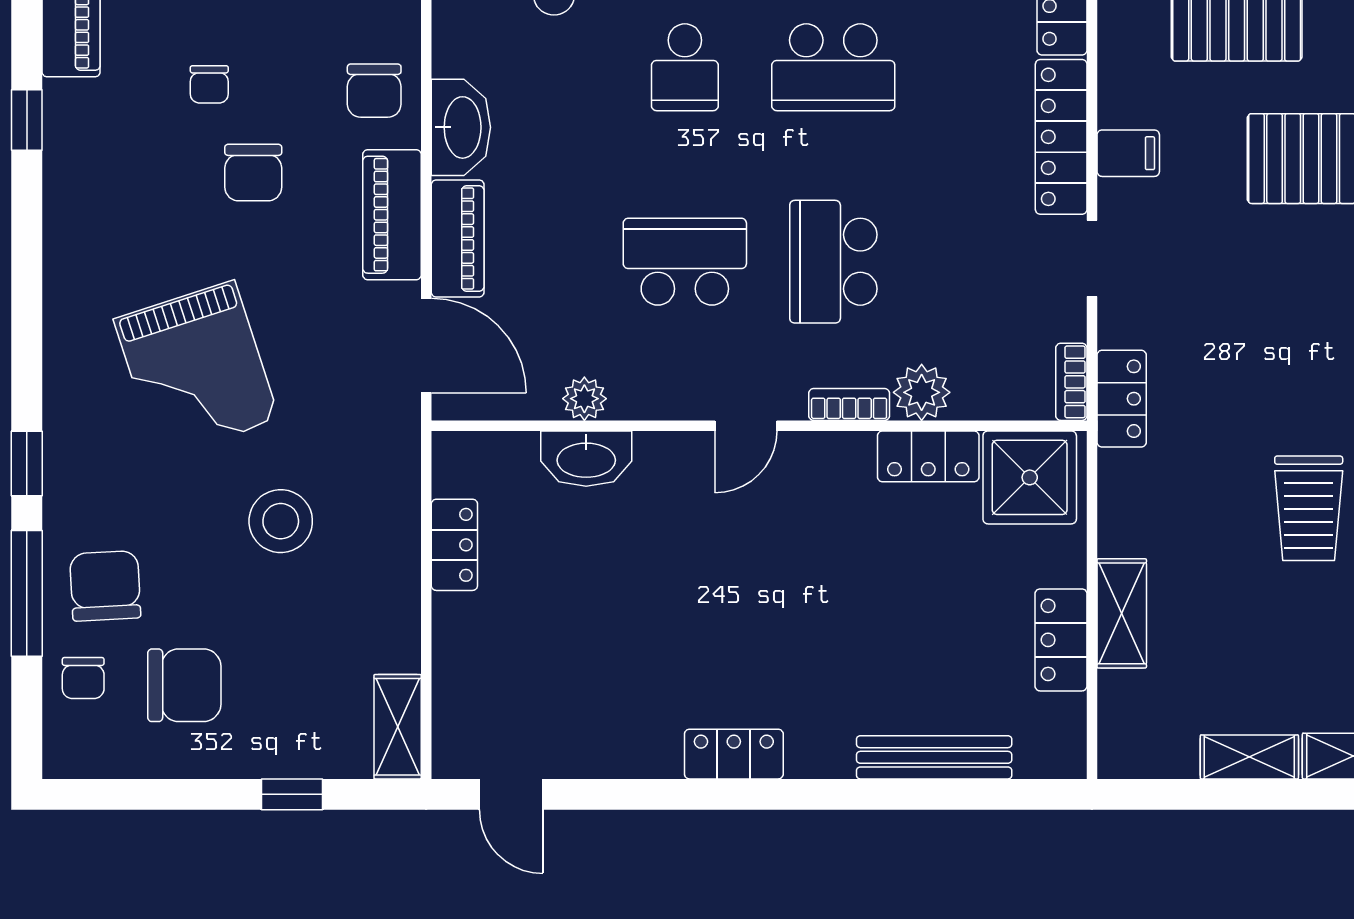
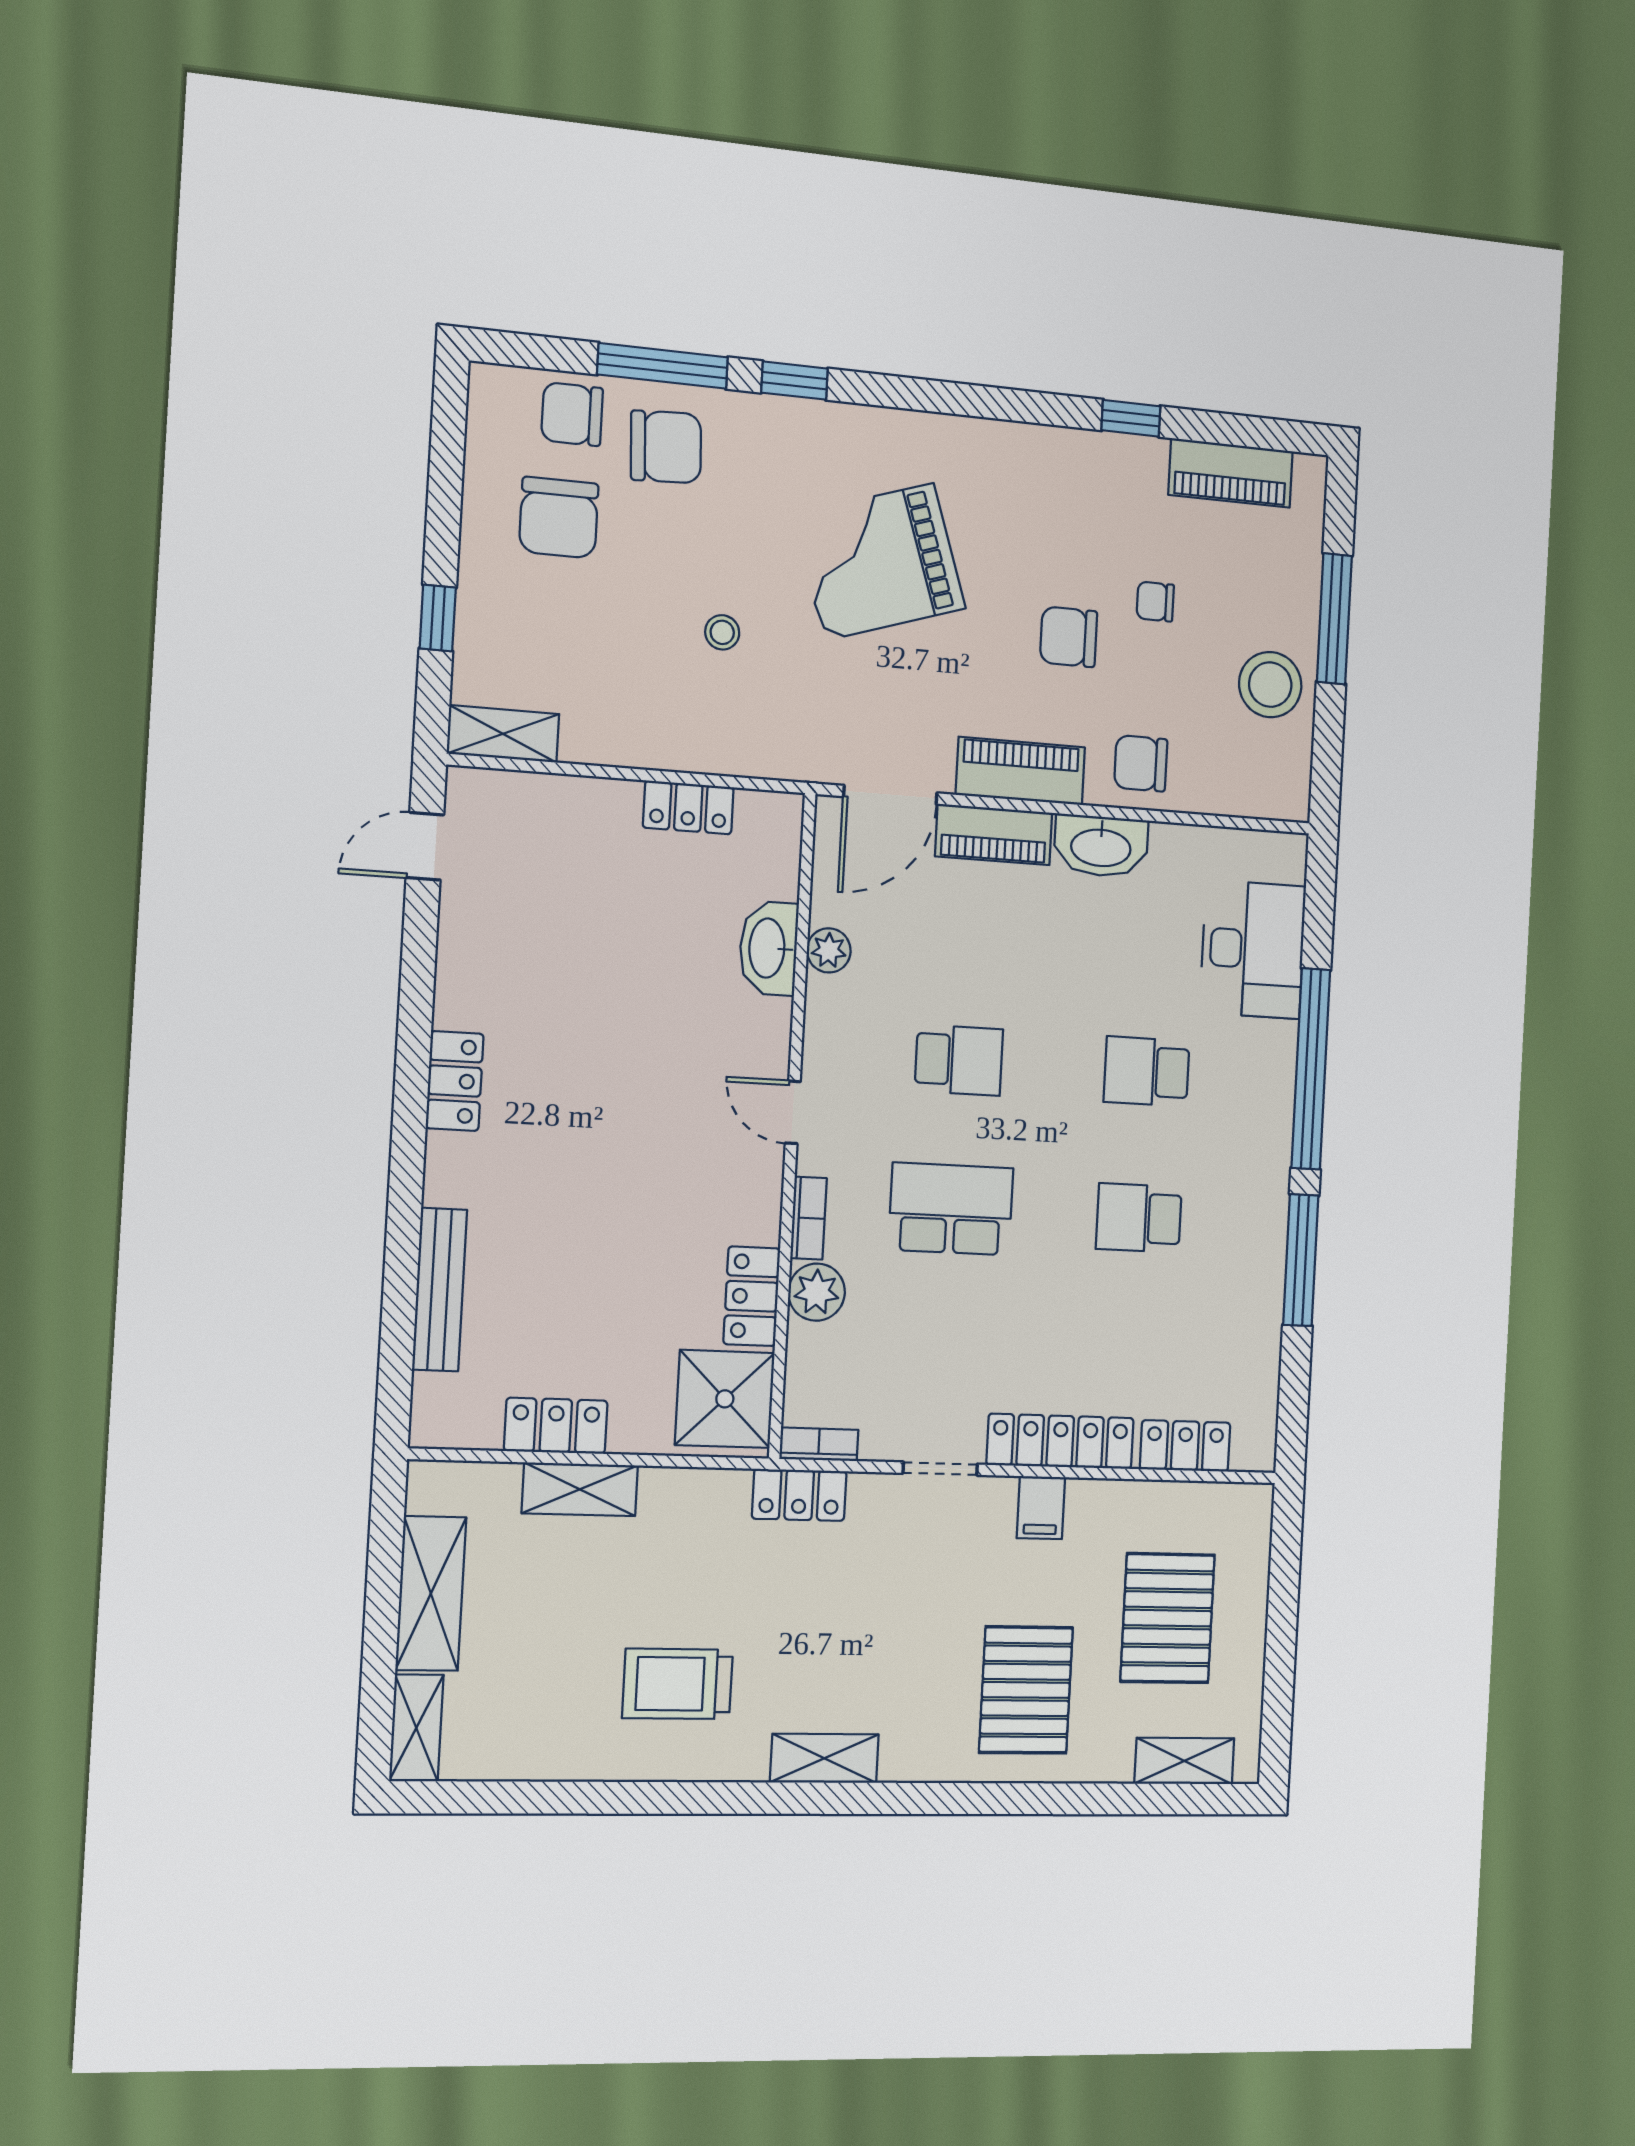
school desk: (833, 67) -> (1139, 1218), width x0.54
school desk: (685, 262) -> (959, 1060), width x0.54
stool: (281, 521) -> (722, 632), width x0.53, depth x0.53
chair: (83, 678) -> (572, 414), width x1.37, depth x1.37
shelving: (1249, 757) -> (431, 1593), width x1.50, depth x1.33

